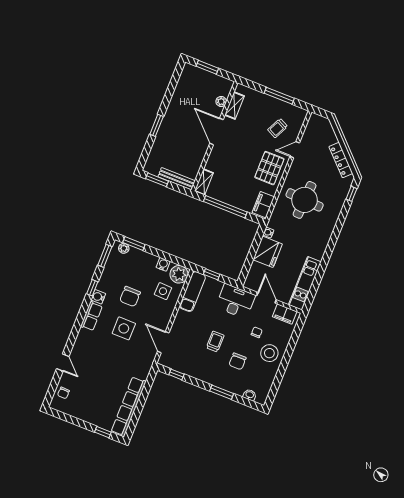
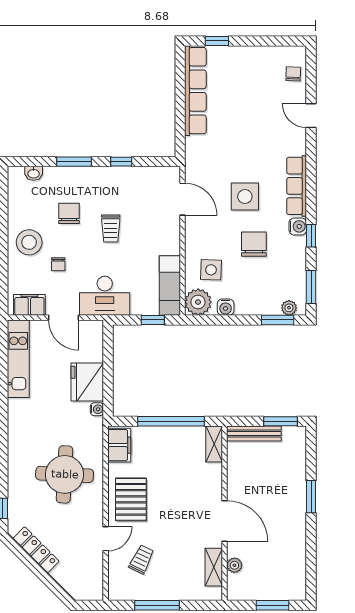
row of seats: (91, 316) -> (297, 186), width x1.48
window: (176, 374) -> (121, 162), moved

